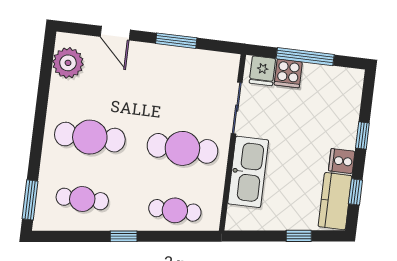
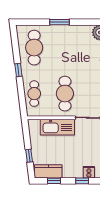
cafe table: (90, 137) -> (65, 48), removed
cooker: (342, 161) -> (89, 172), moved
cafe table: (82, 199) -> (34, 48), width x1.37, depth x1.35
window: (30, 200) -> (59, 22), moved

